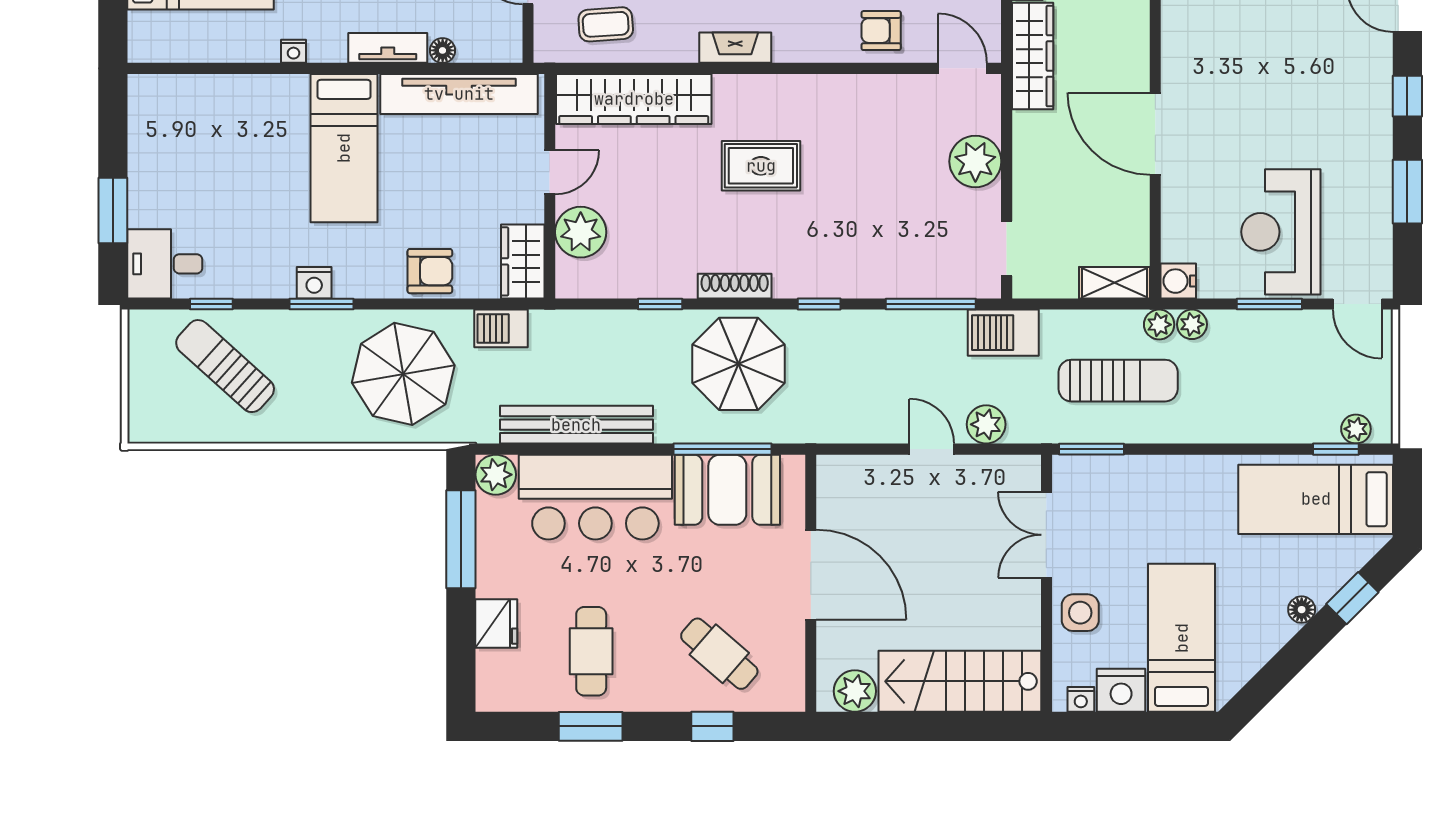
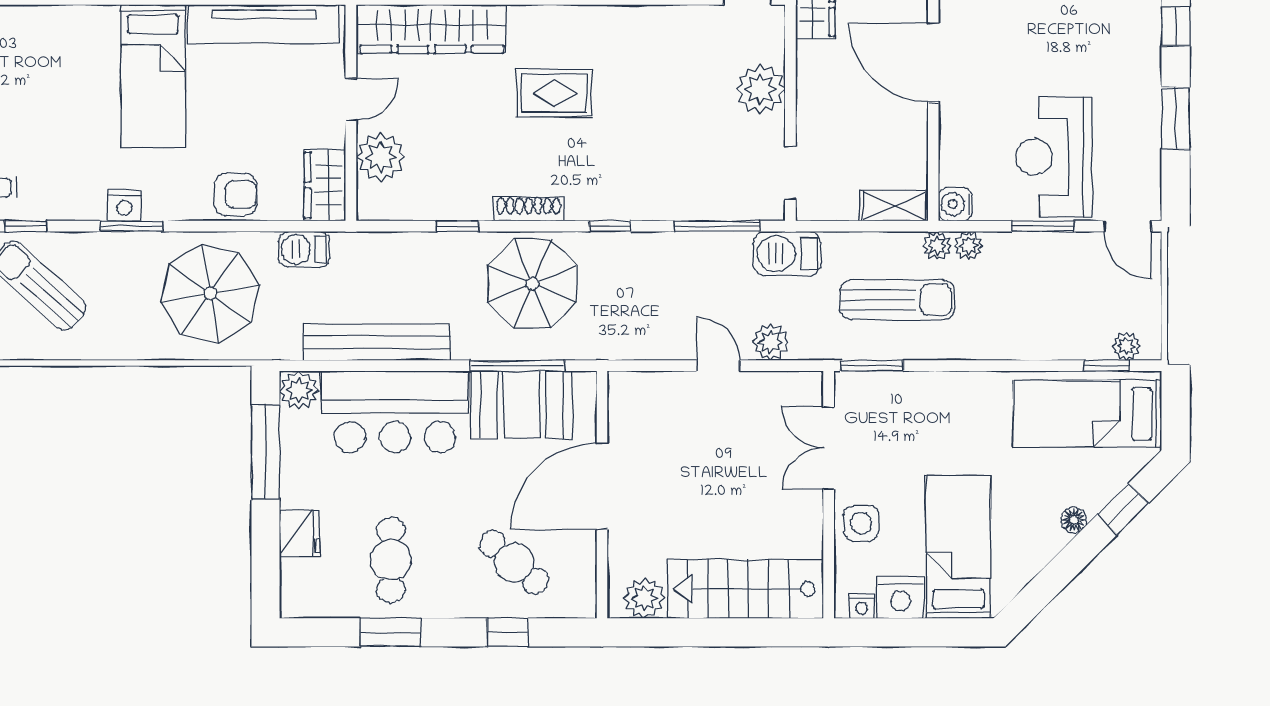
door: (811, 575) -> (602, 486), swing flipped

